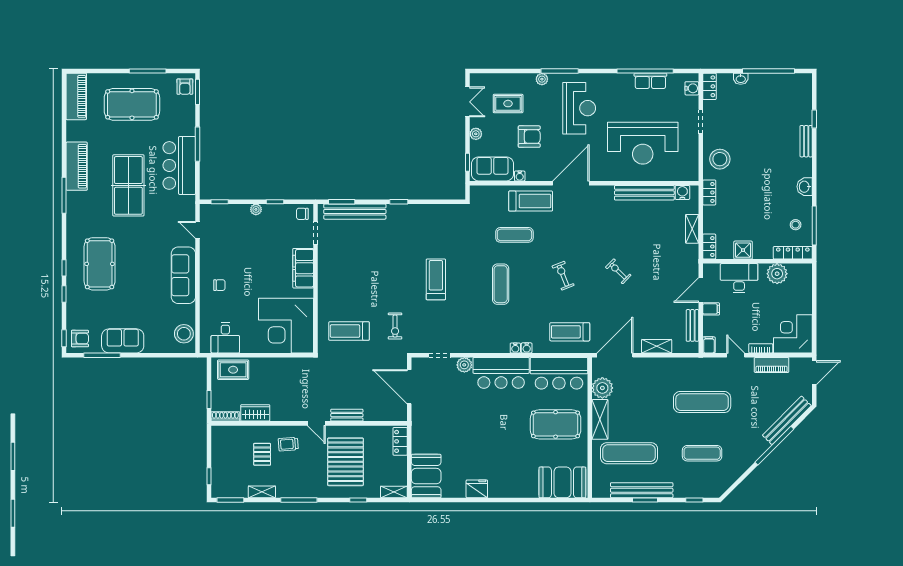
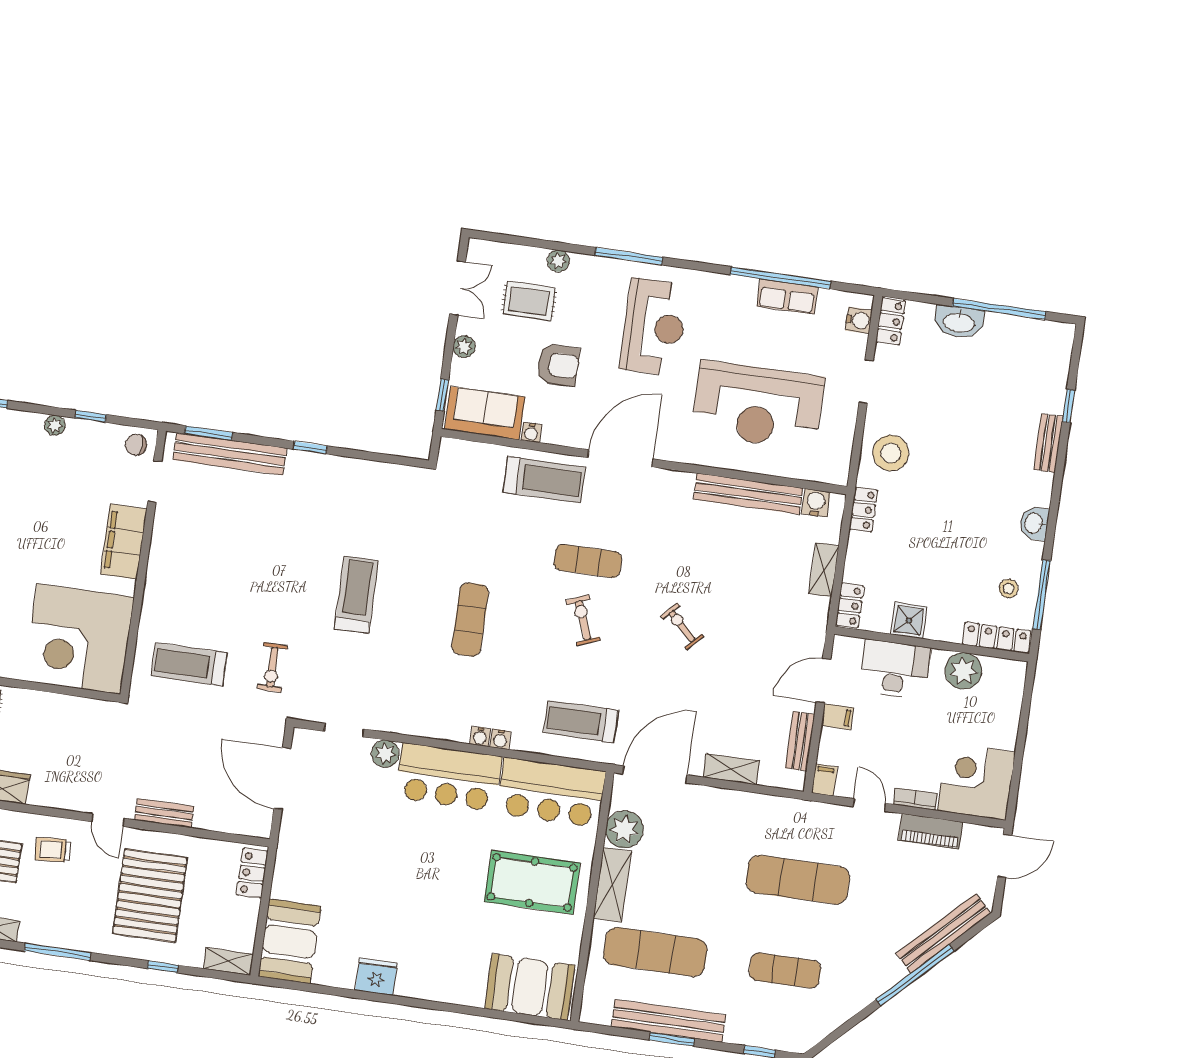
plant: (542, 79) -> (558, 261), moved
washbasin: (741, 79) -> (959, 322), width x1.91, depth x1.45
exercise mat: (514, 235) -> (588, 561), moved

